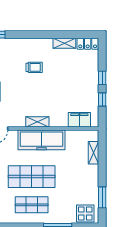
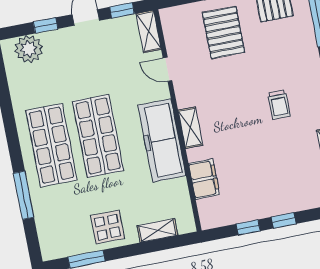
filing cabinet: (79, 120) -> (204, 179), moved
shop shelf: (32, 205) -> (51, 145), width x1.43, depth x1.36
display table: (85, 213) -> (108, 227), moved

